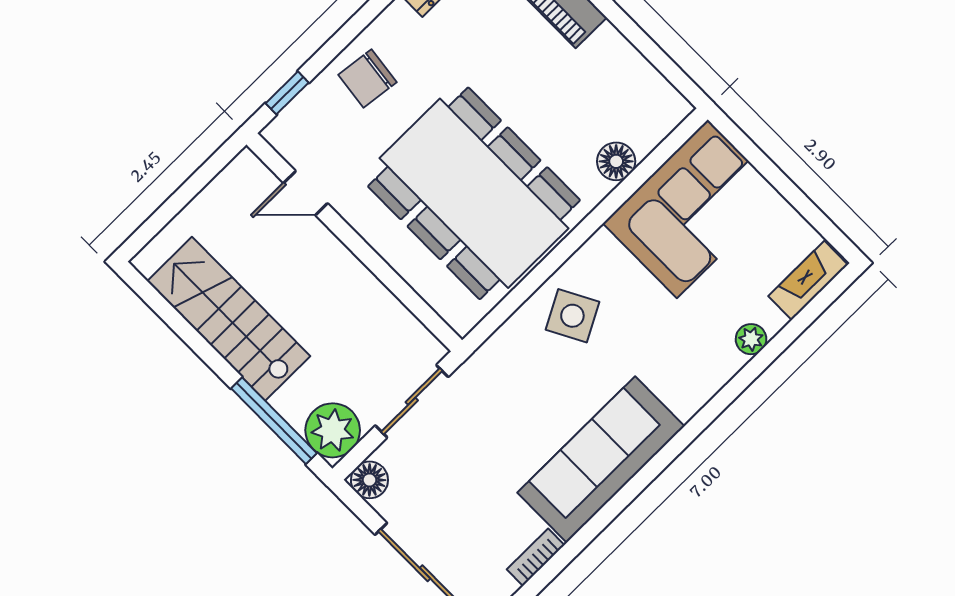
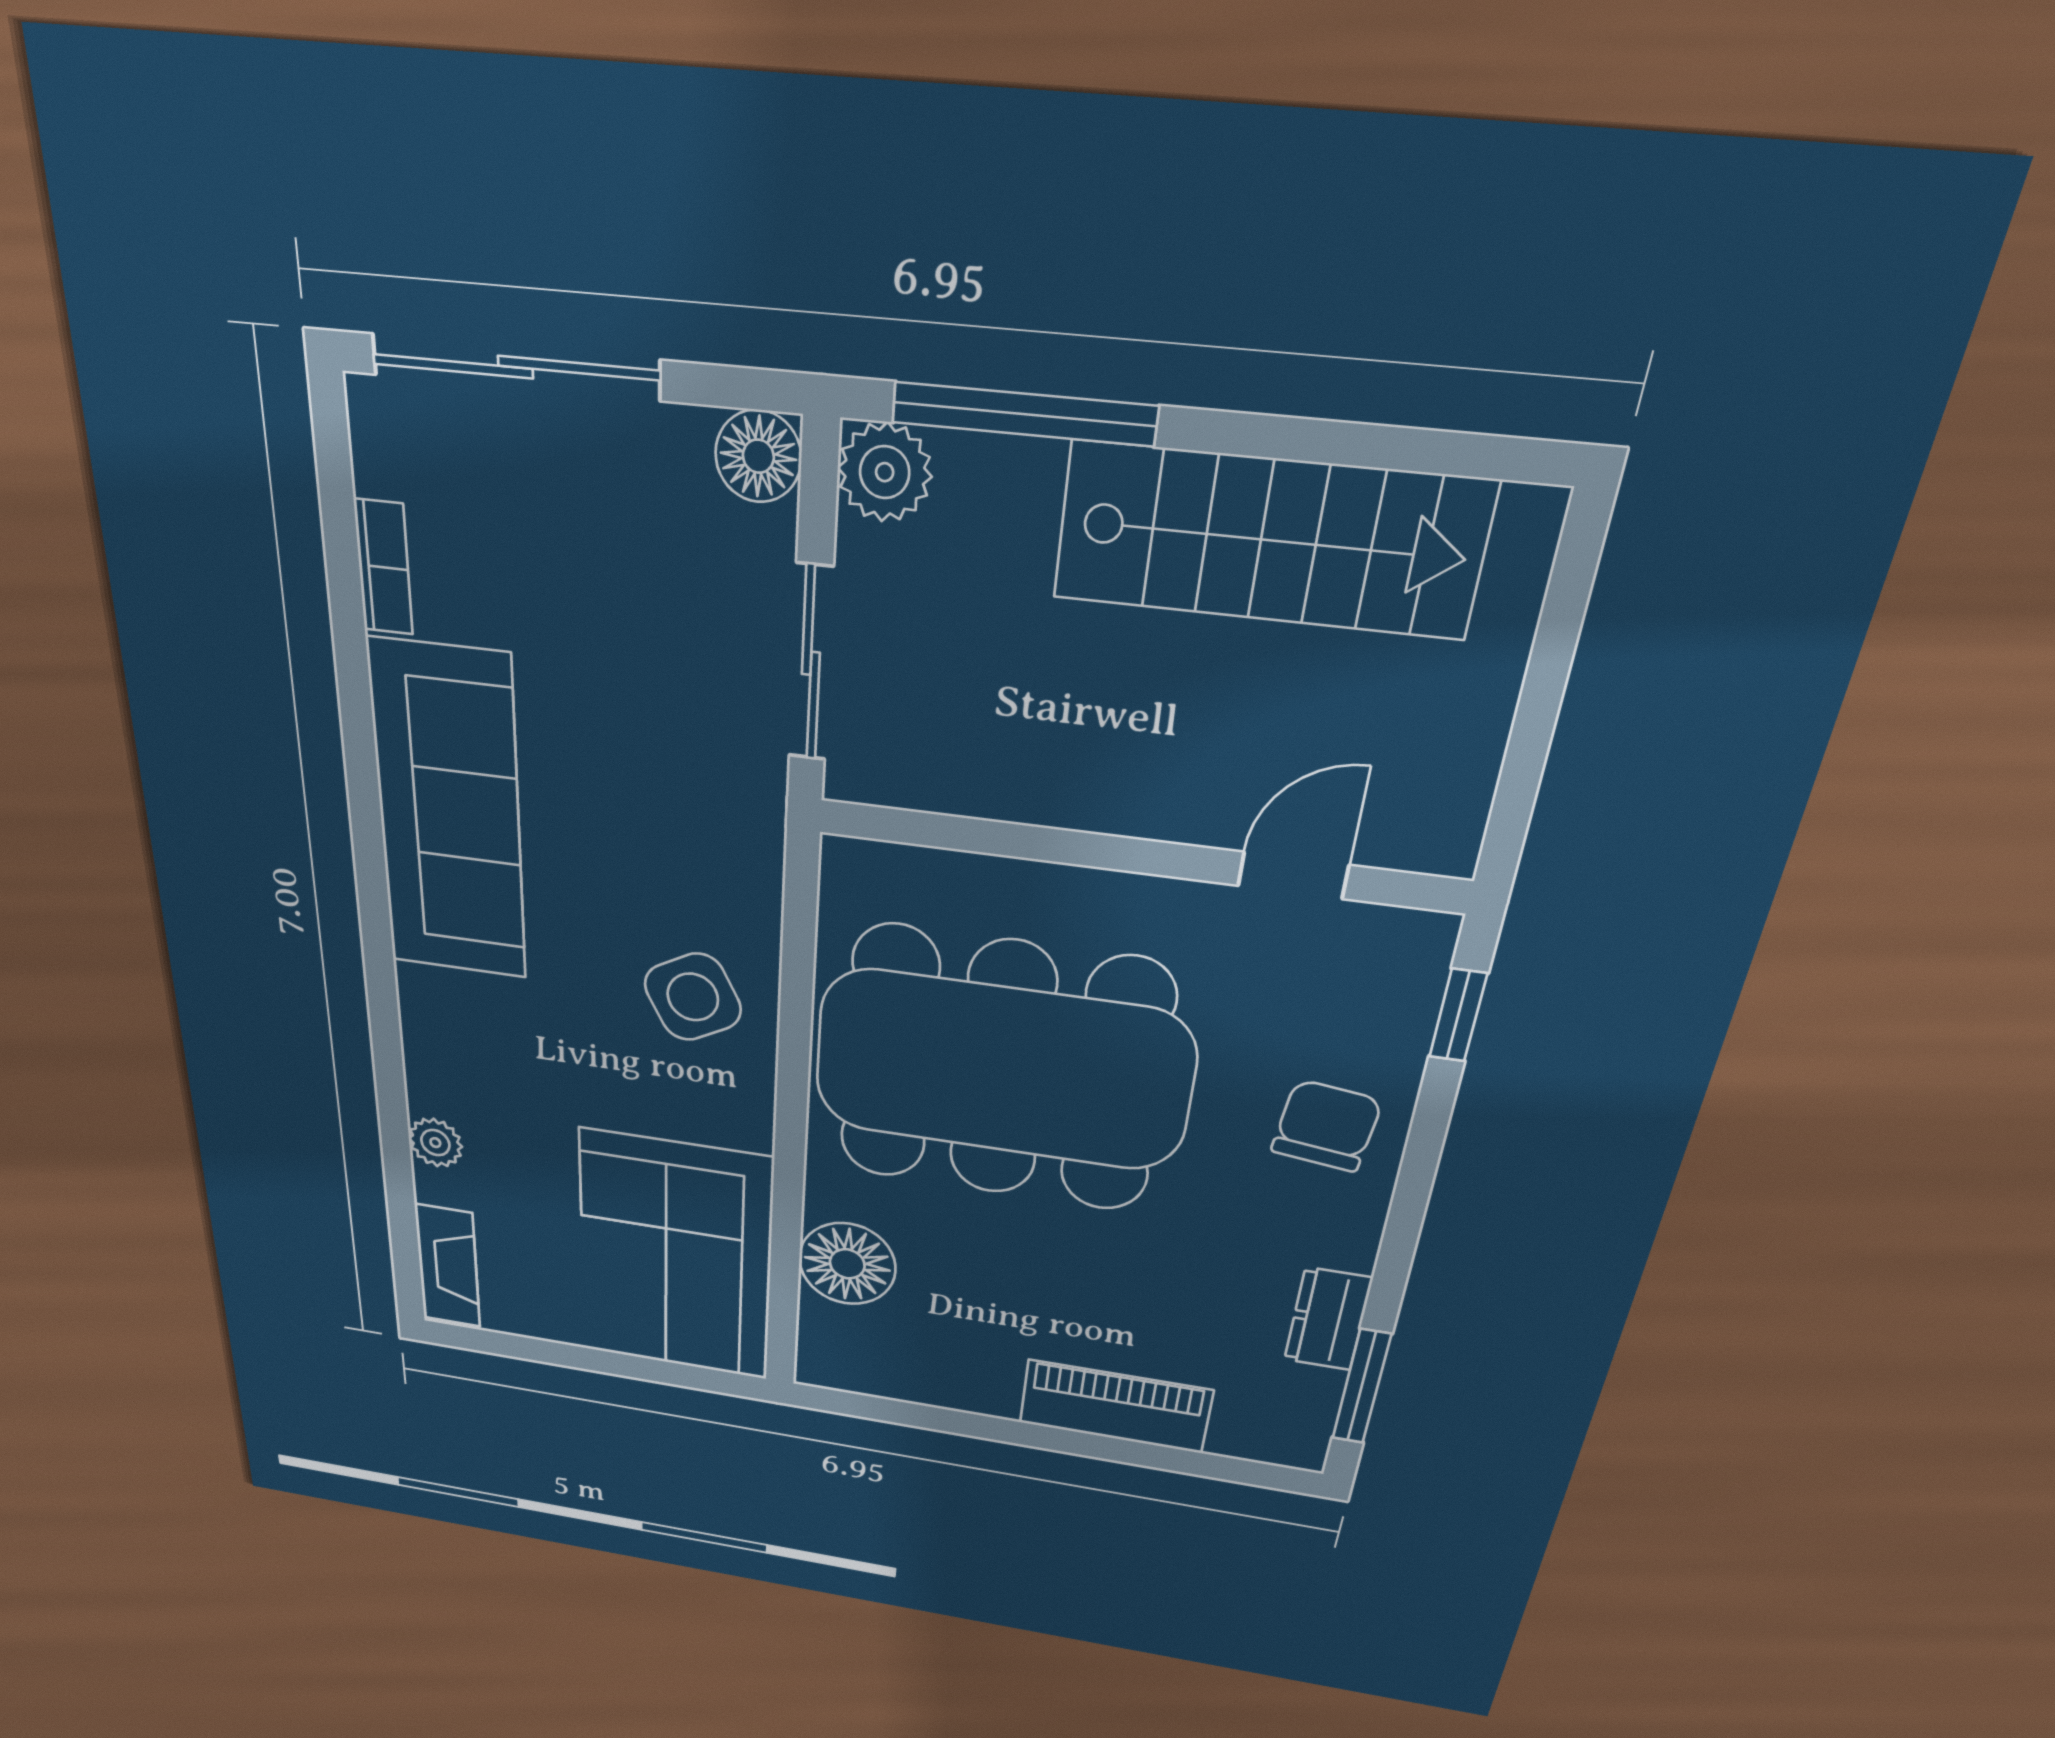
floor lamp: (616, 161) -> (847, 1264), width x1.38, depth x1.38
plant: (333, 430) -> (885, 472), width x0.73, depth x0.73

